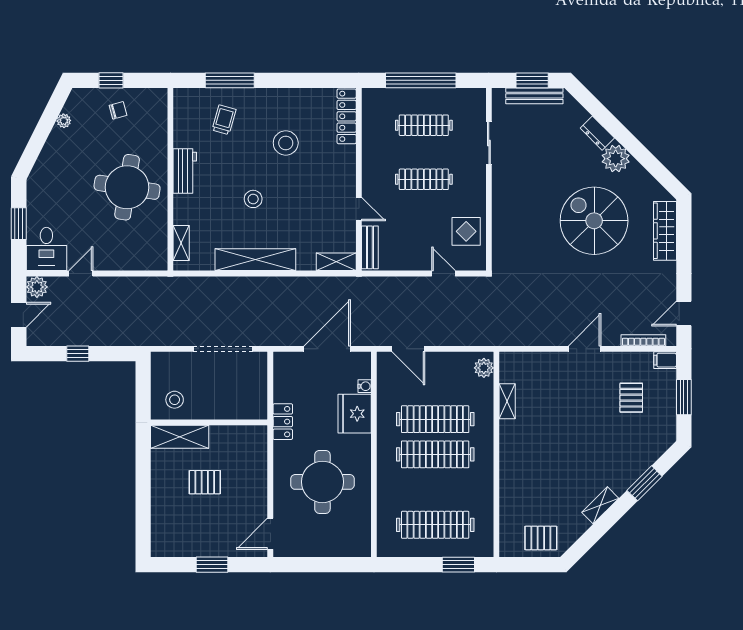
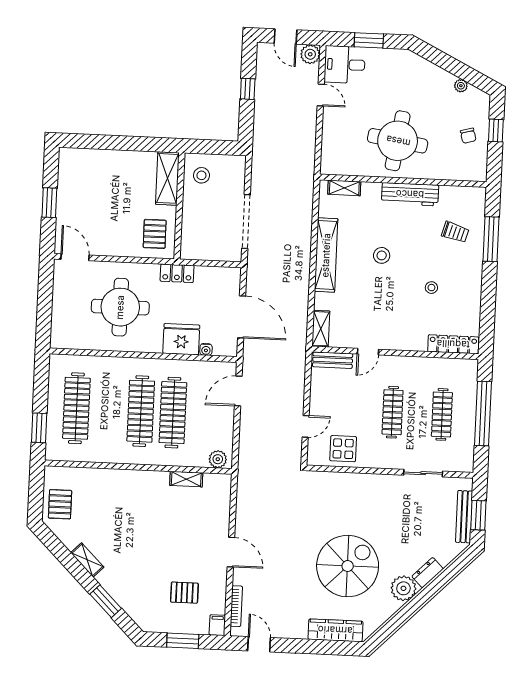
stool: (286, 143) -> (431, 288), width x0.53, depth x0.53
workbench: (185, 171) -> (410, 194), width x1.37
pallet: (205, 482) -> (155, 234), moved

